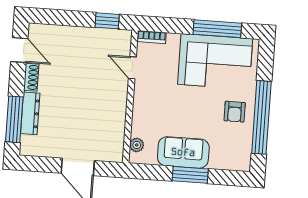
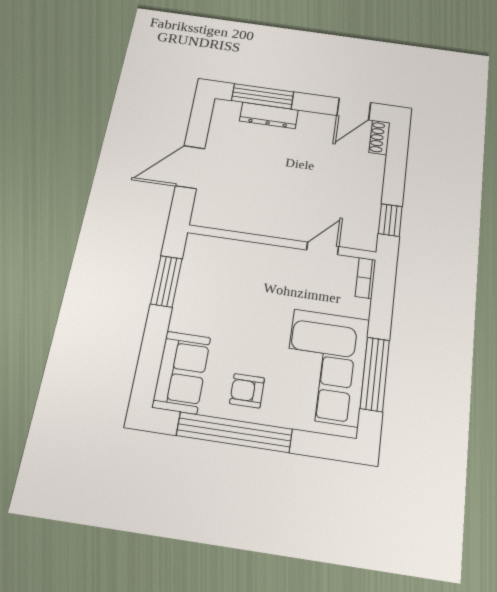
shoe rack: (31, 77) -> (380, 137), moved, turned 90
plant: (137, 145) -> (212, 246), removed
sofa: (183, 152) -> (182, 372), moved
window: (190, 175) -> (166, 281), moved

